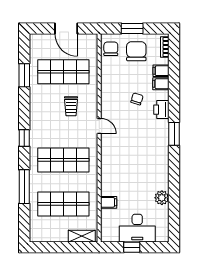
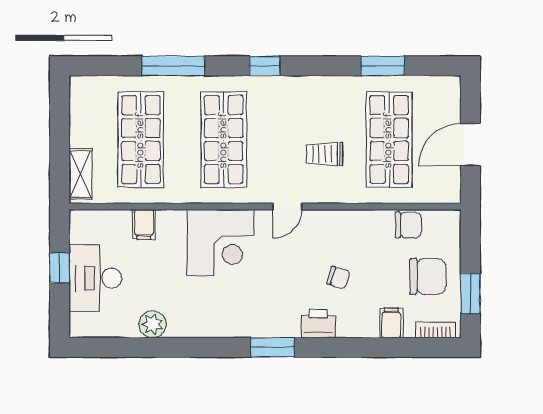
window: (132, 29) -> (470, 293), moved
chair: (111, 49) -> (408, 225), moved
filing cabinet: (161, 84) -> (367, 323), removed
corner desk: (118, 162) -> (220, 243), added

